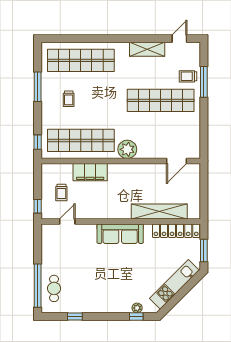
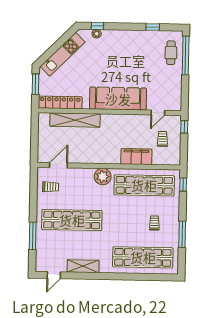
trolley: (188, 76) -> (51, 187), moved
sofa: (120, 234) -> (118, 99), width x1.36, depth x1.27

